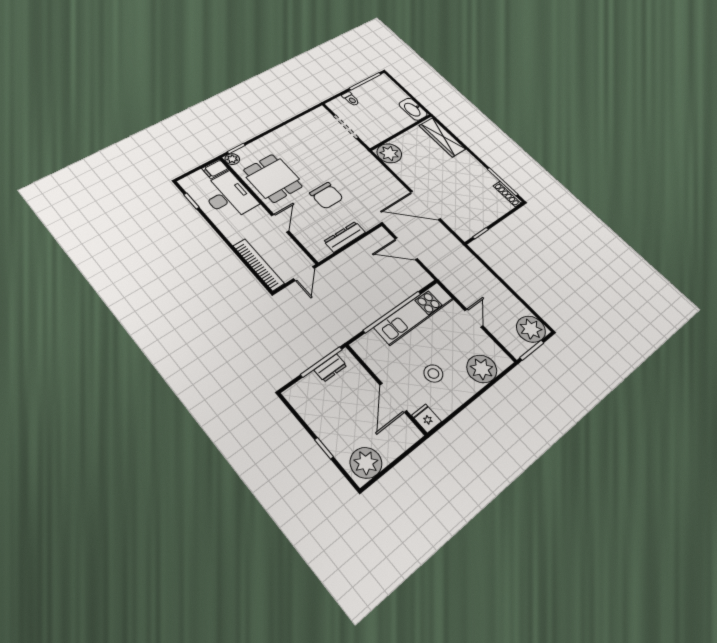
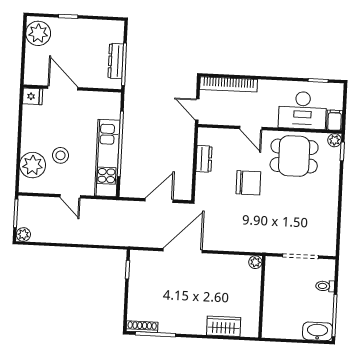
washbasin: (413, 109) -> (317, 331), moved
wardrobe: (442, 137) -> (224, 326), width x0.67
plant: (389, 153) -> (255, 262), width x0.53, depth x0.53
chair: (327, 196) -> (248, 183), turned 180
dresser: (345, 237) -> (204, 159), width x0.70
plant: (531, 329) -> (23, 234), width x0.53, depth x0.53
dresser: (330, 368) -> (116, 61), width x1.44
stool: (433, 374) -> (60, 155), moved

